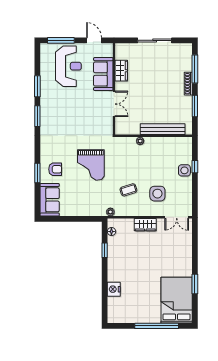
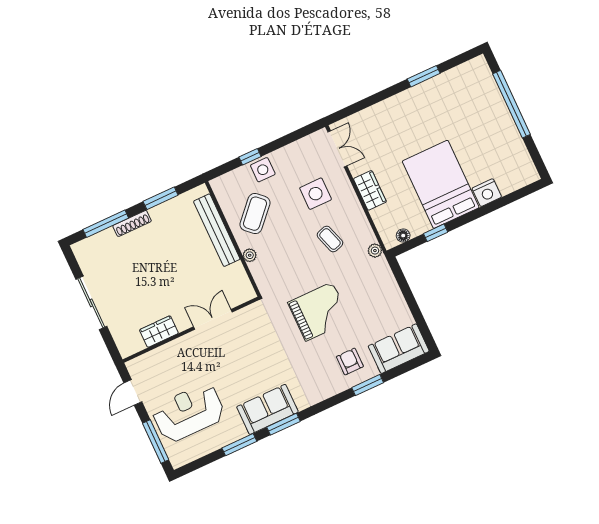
sofa: (103, 74) -> (267, 409), moved, turned 180
coffee table: (162, 155) -> (255, 214), added
bed: (177, 300) -> (441, 184), moved, turned 90

